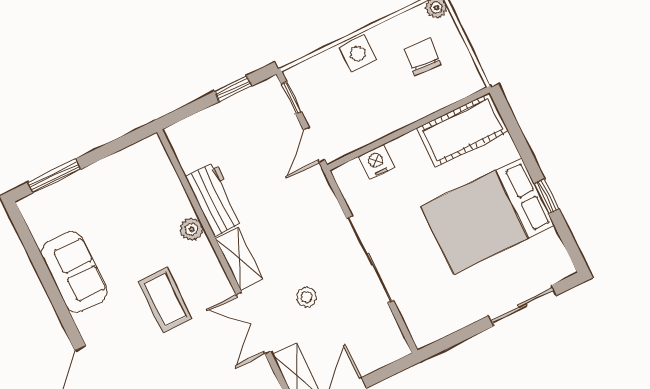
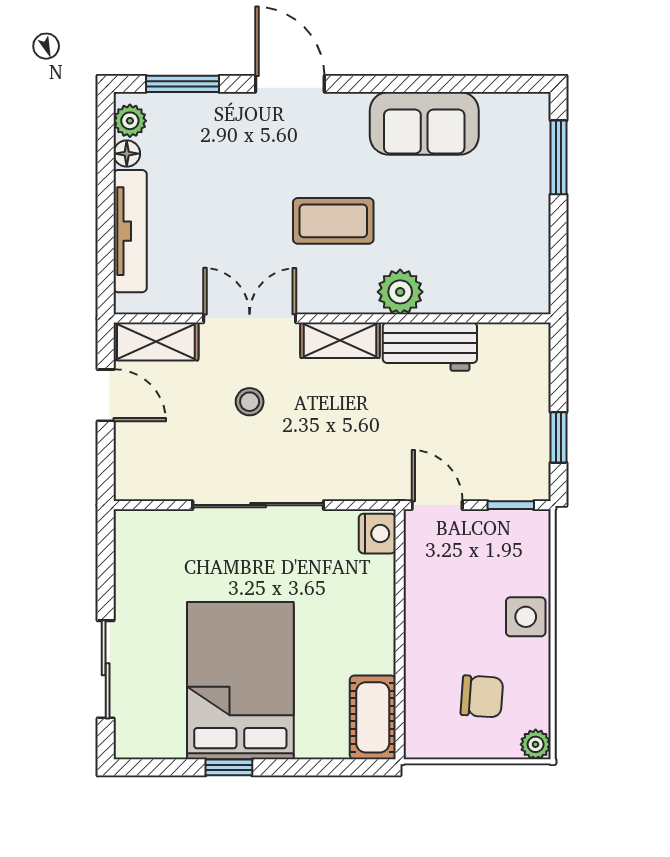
cot: (462, 130) -> (373, 717), width x0.73, depth x0.75
nightstand: (376, 162) -> (377, 534), moved
plant: (192, 229) -> (400, 292), width x1.38, depth x1.38

